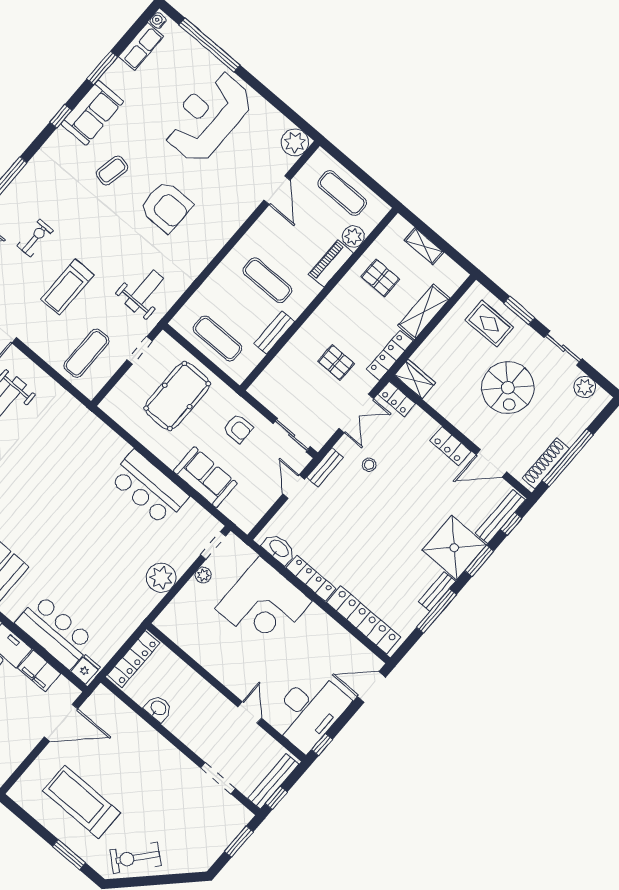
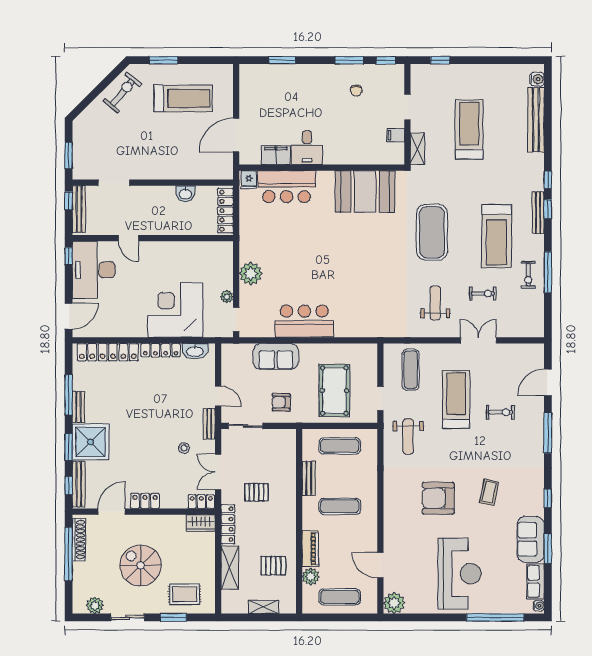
sofa: (92, 113) -> (531, 539), moved
exercise bike: (35, 238) -> (501, 412), turned -90
treadmill: (67, 287) -> (456, 399), width x1.37, depth x1.38

